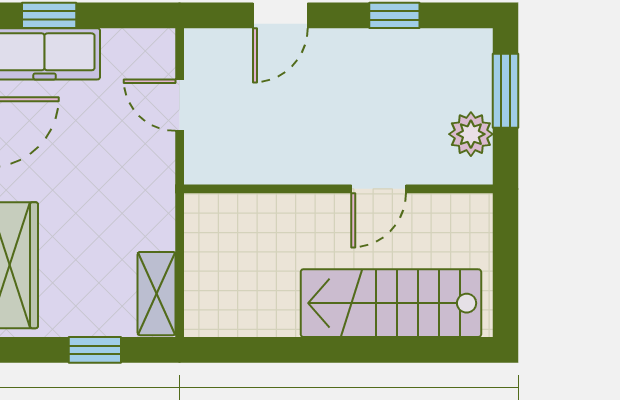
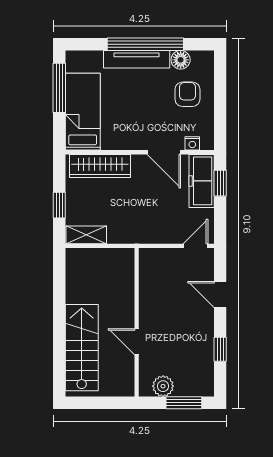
door: (180, 105) -> (196, 246), moved

